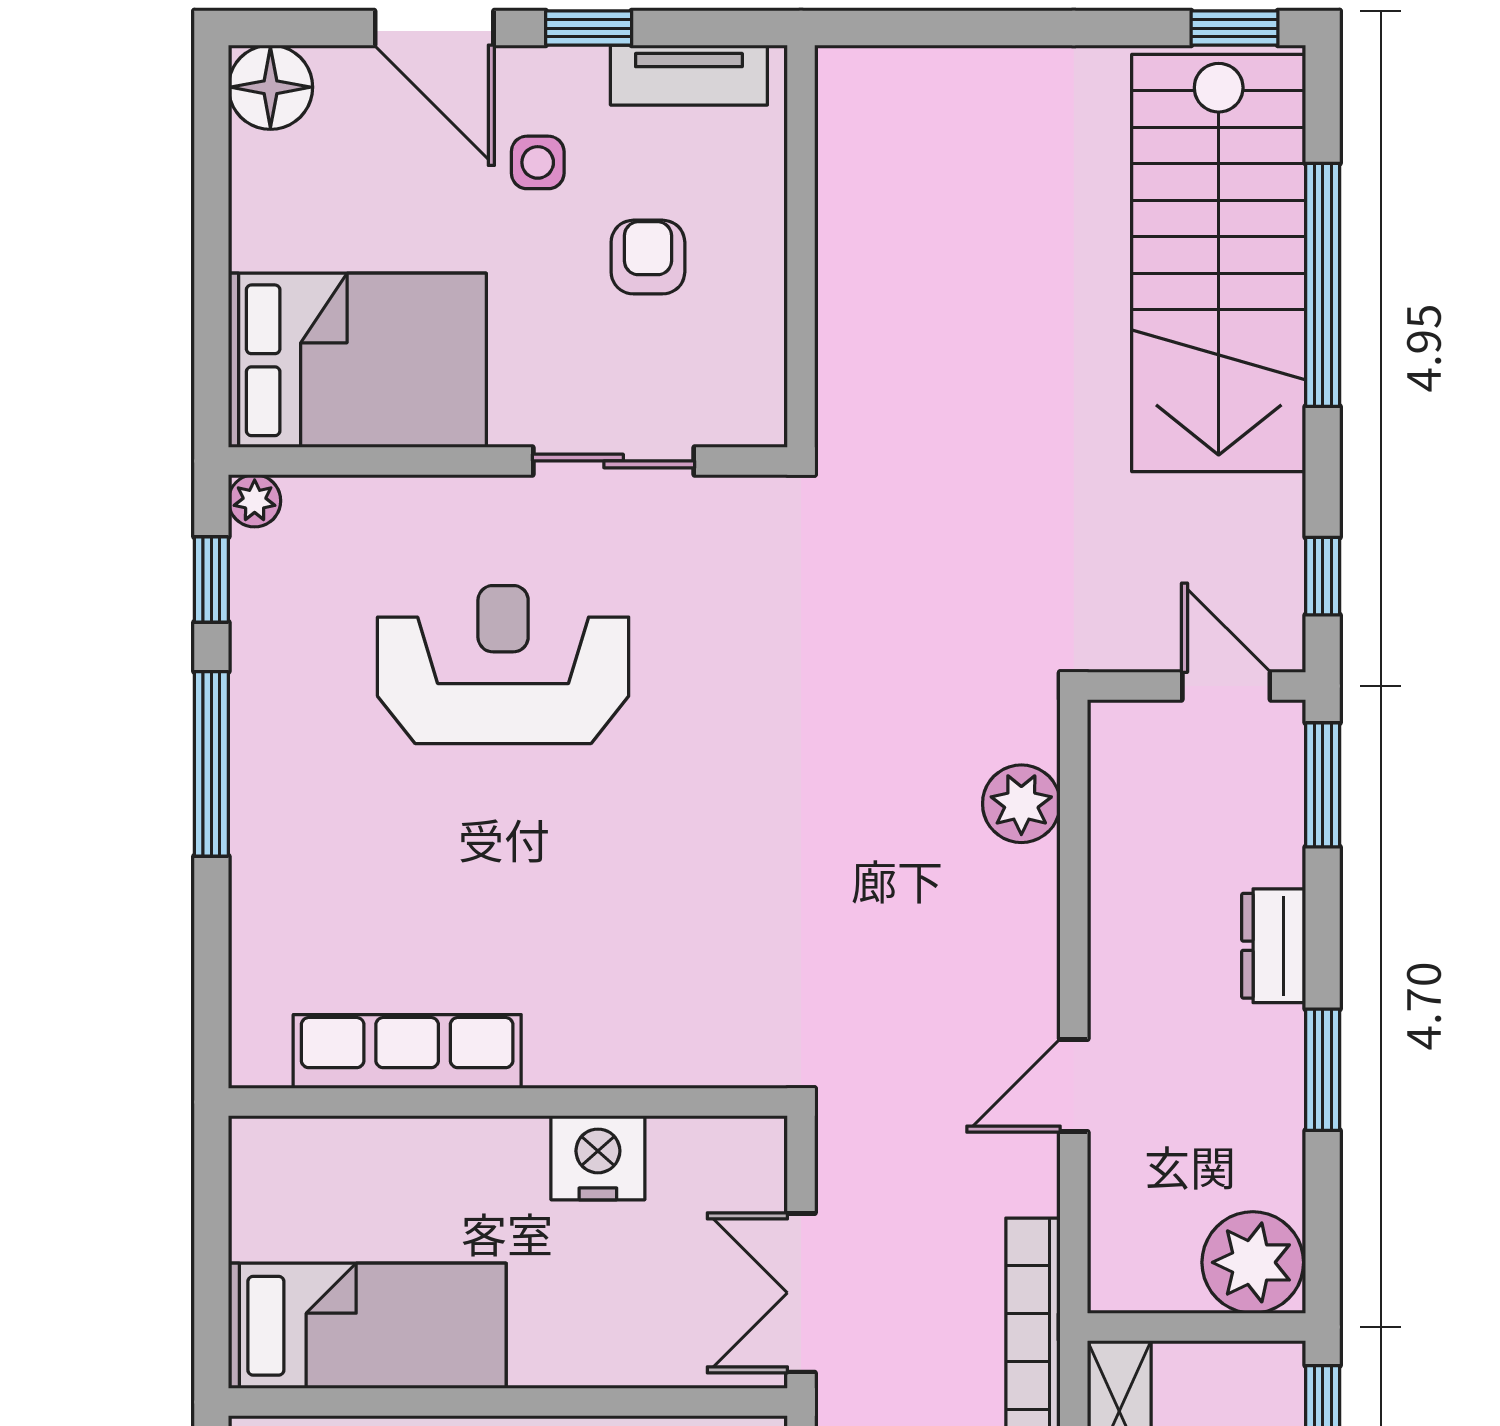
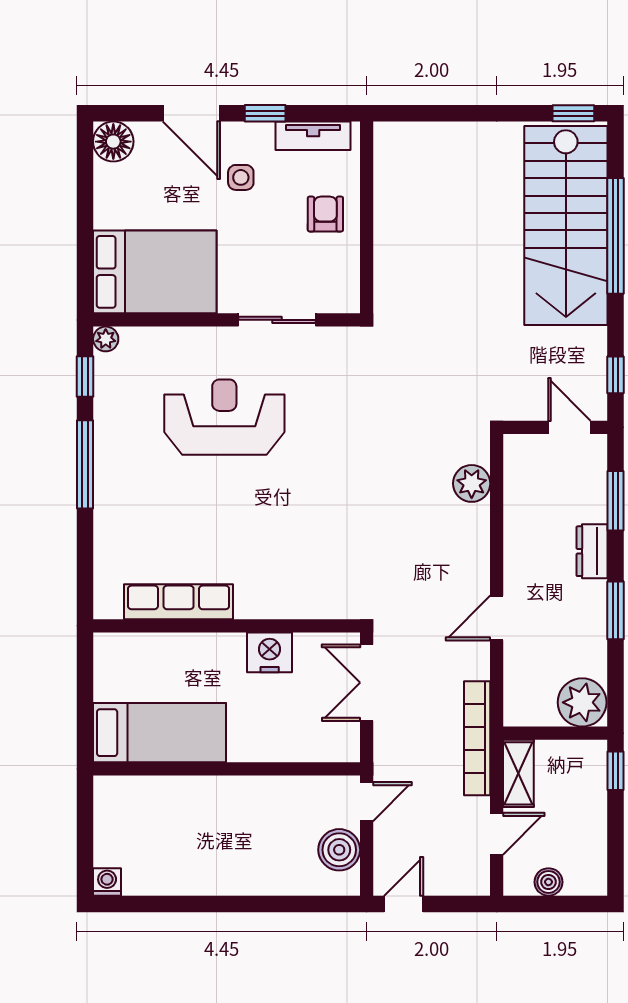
armchair: (648, 257) -> (325, 214), moved
window: (1323, 785) -> (615, 501), moved
double door: (801, 1293) -> (367, 683), moved

